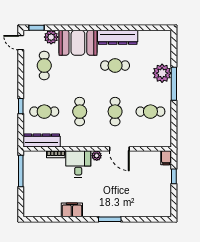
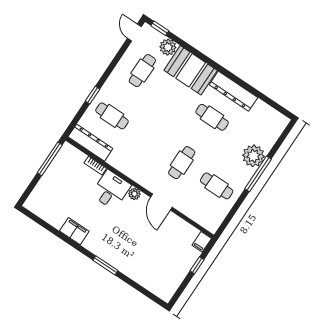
cafe table: (80, 112) -> (147, 139), removed

